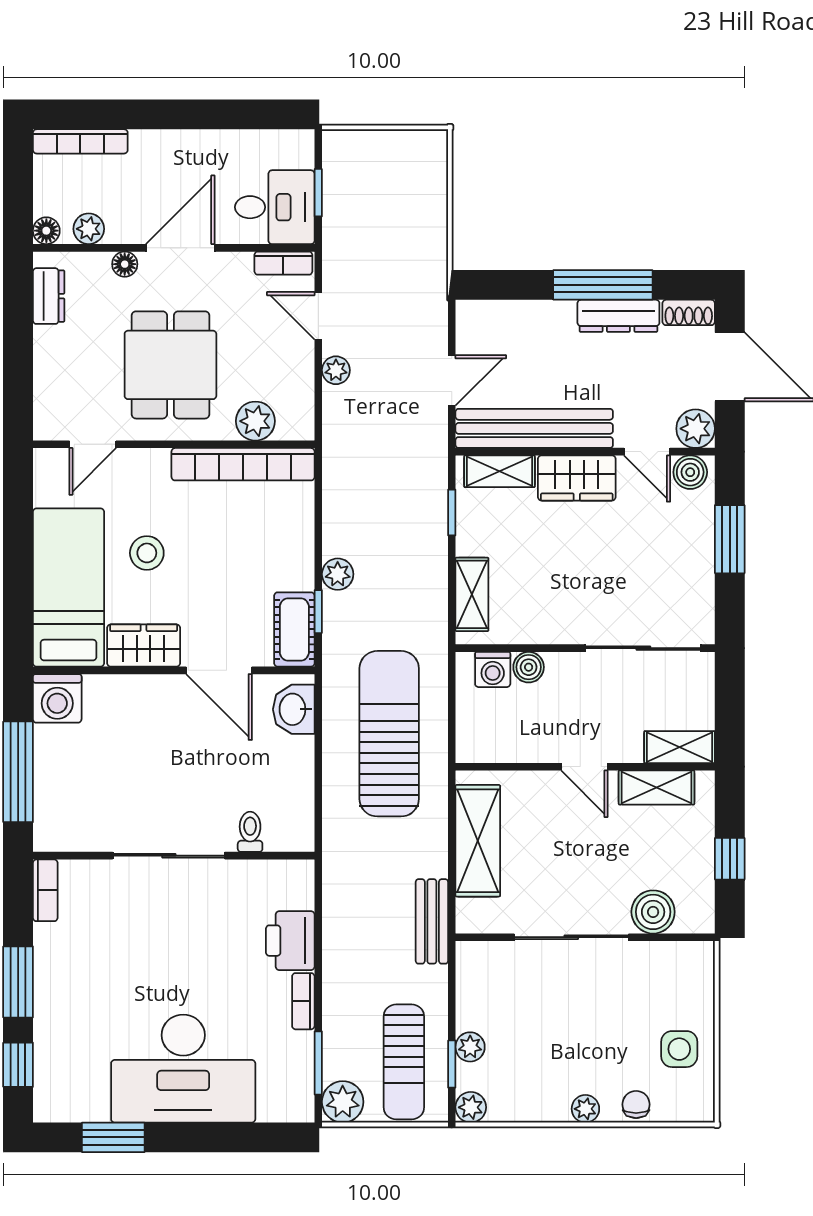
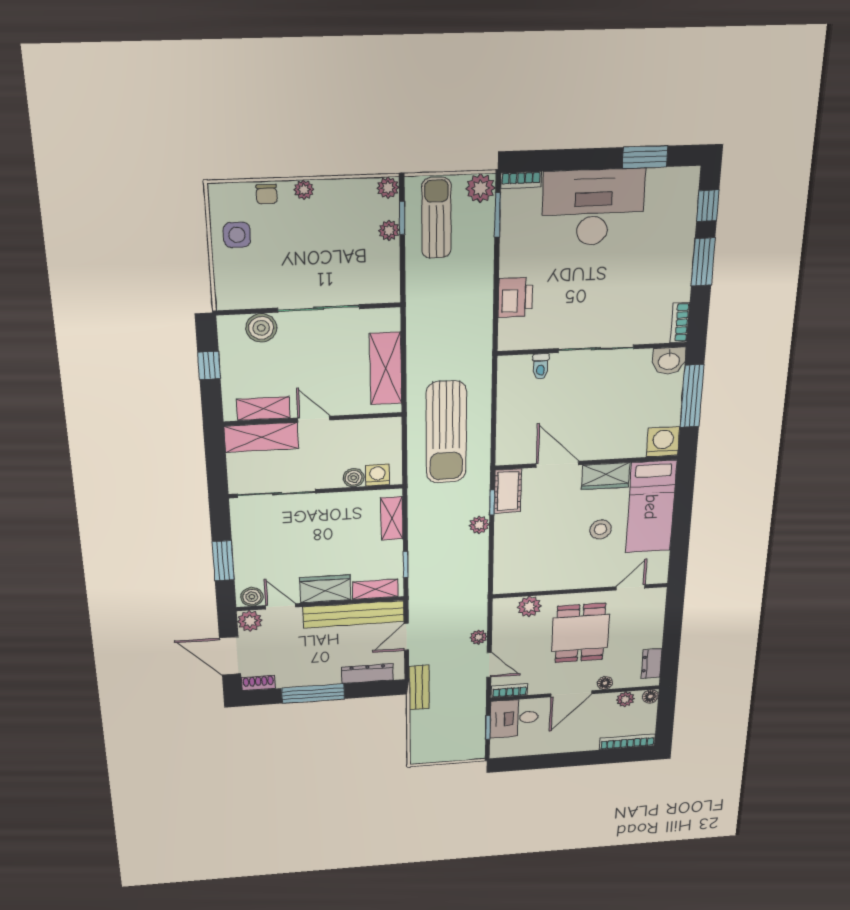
dresser: (618, 316) -> (367, 674), moved
bookcase: (243, 464) -> (538, 583), removed
washbasin: (294, 709) -> (669, 361), moved, turned 90
shelving: (679, 747) -> (261, 437), width x1.50, depth x1.33
bench: (432, 921) -> (419, 688), moved
bookcase: (303, 1001) -> (521, 180), moved, turned 90

